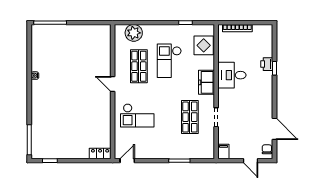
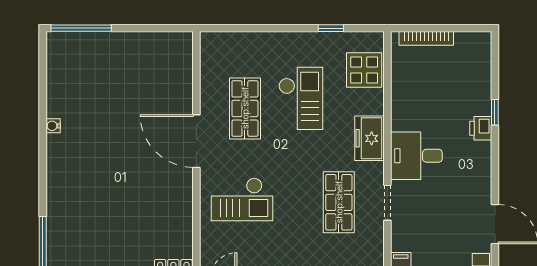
plant: (134, 33) -> (235, 47), removed
checkout: (169, 61) -> (301, 98), turned 180
printer: (267, 64) -> (481, 128), moved
desk: (232, 75) -> (416, 156), moved
door: (113, 84) -> (196, 141), width x1.88

